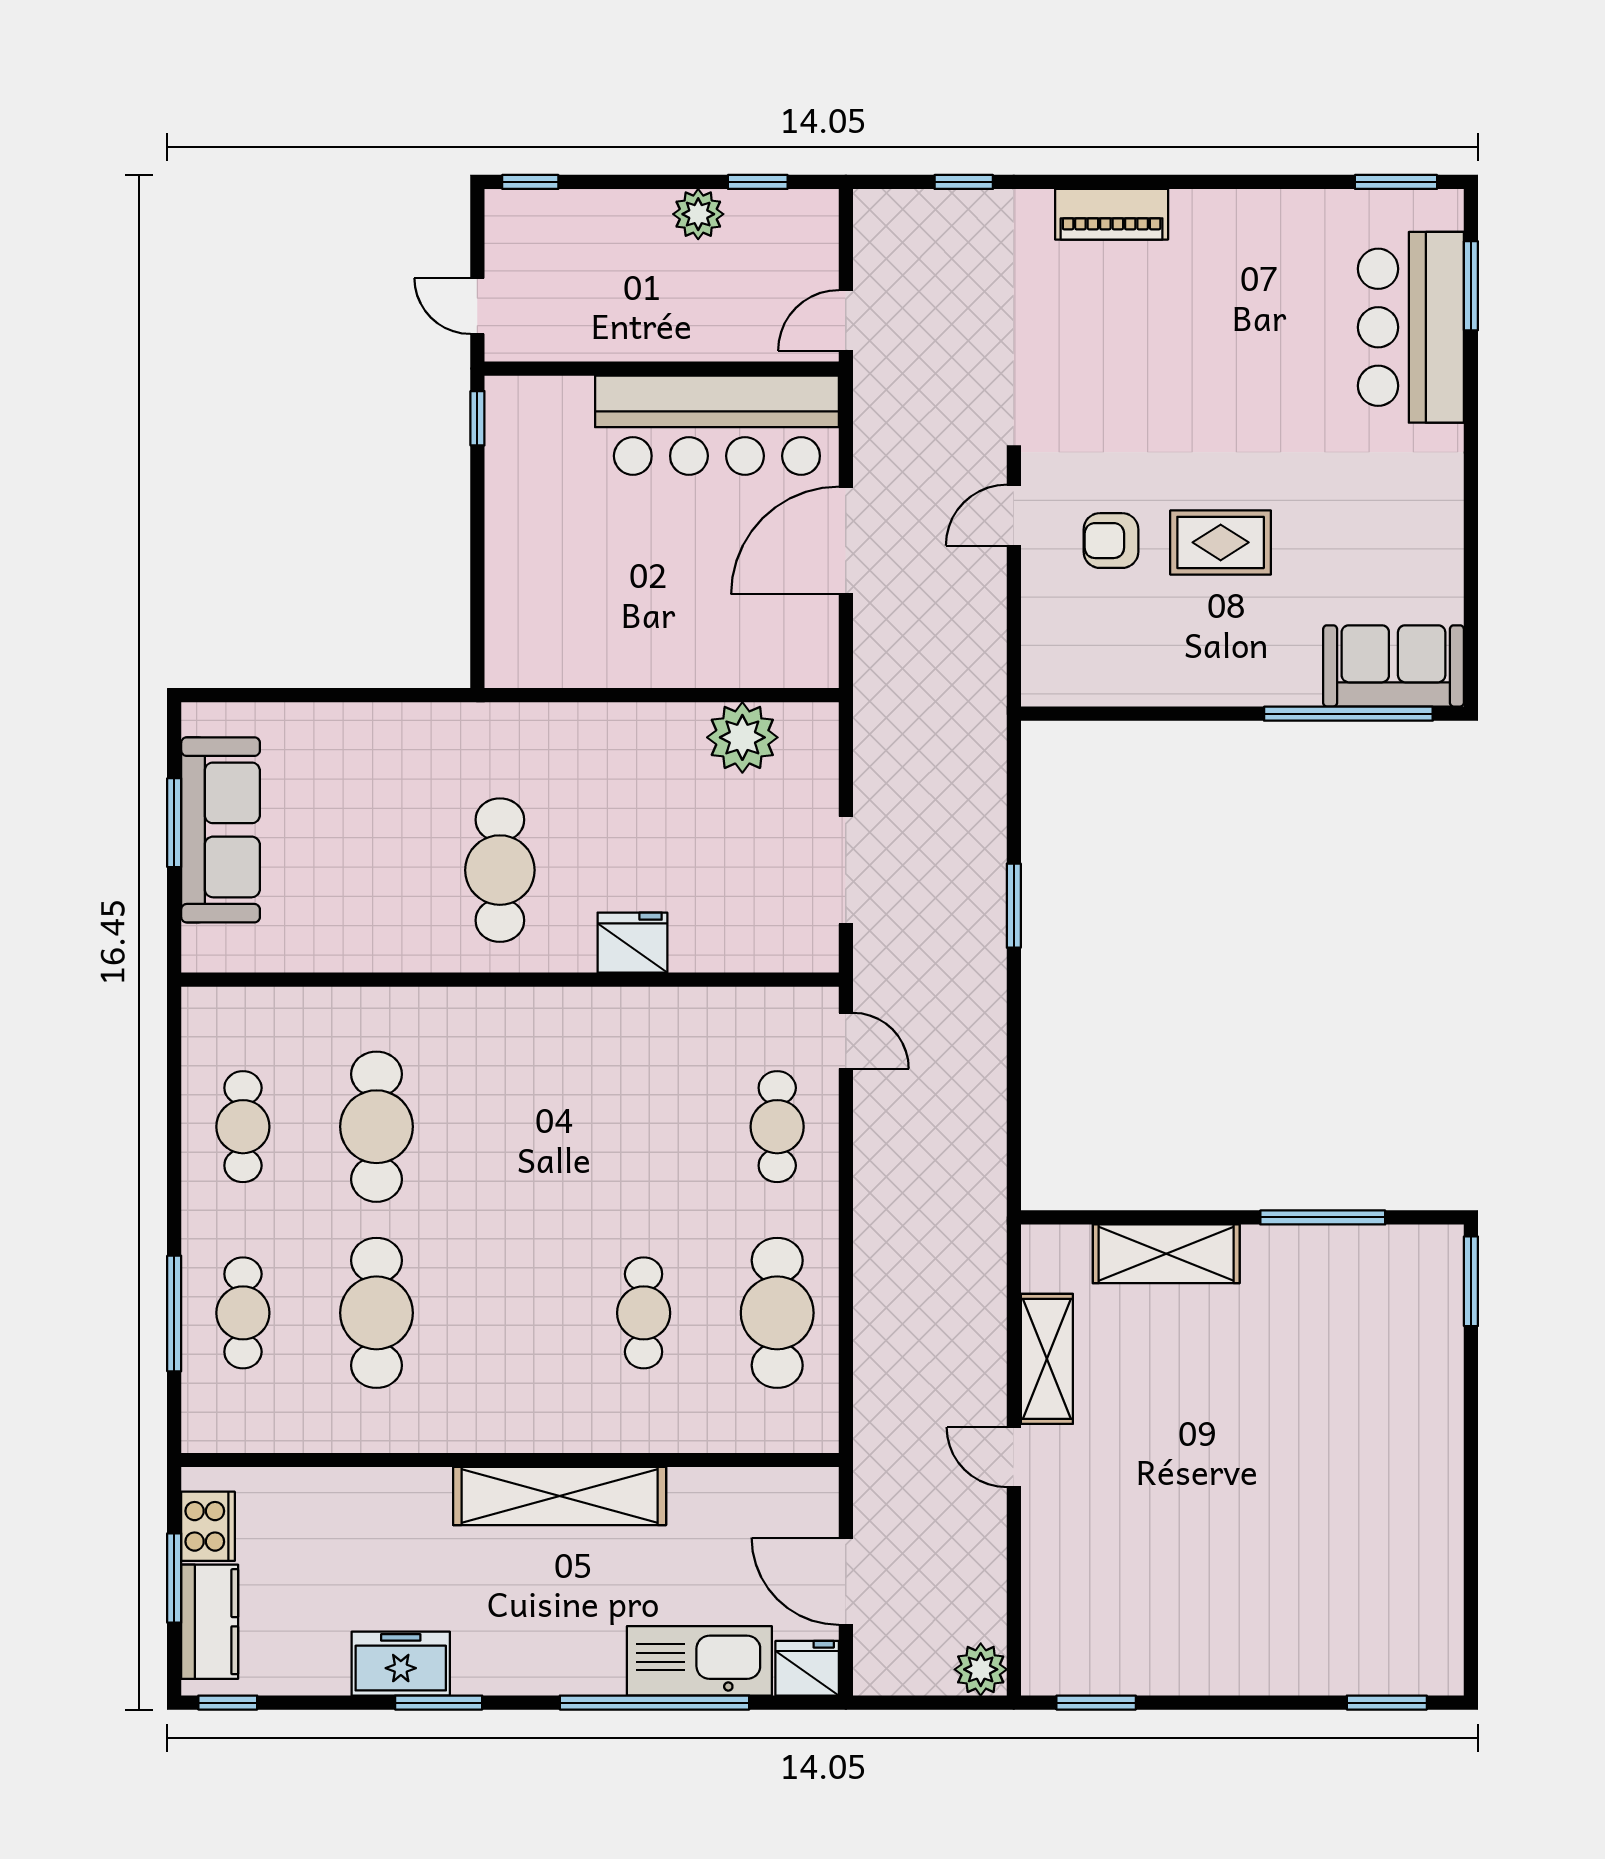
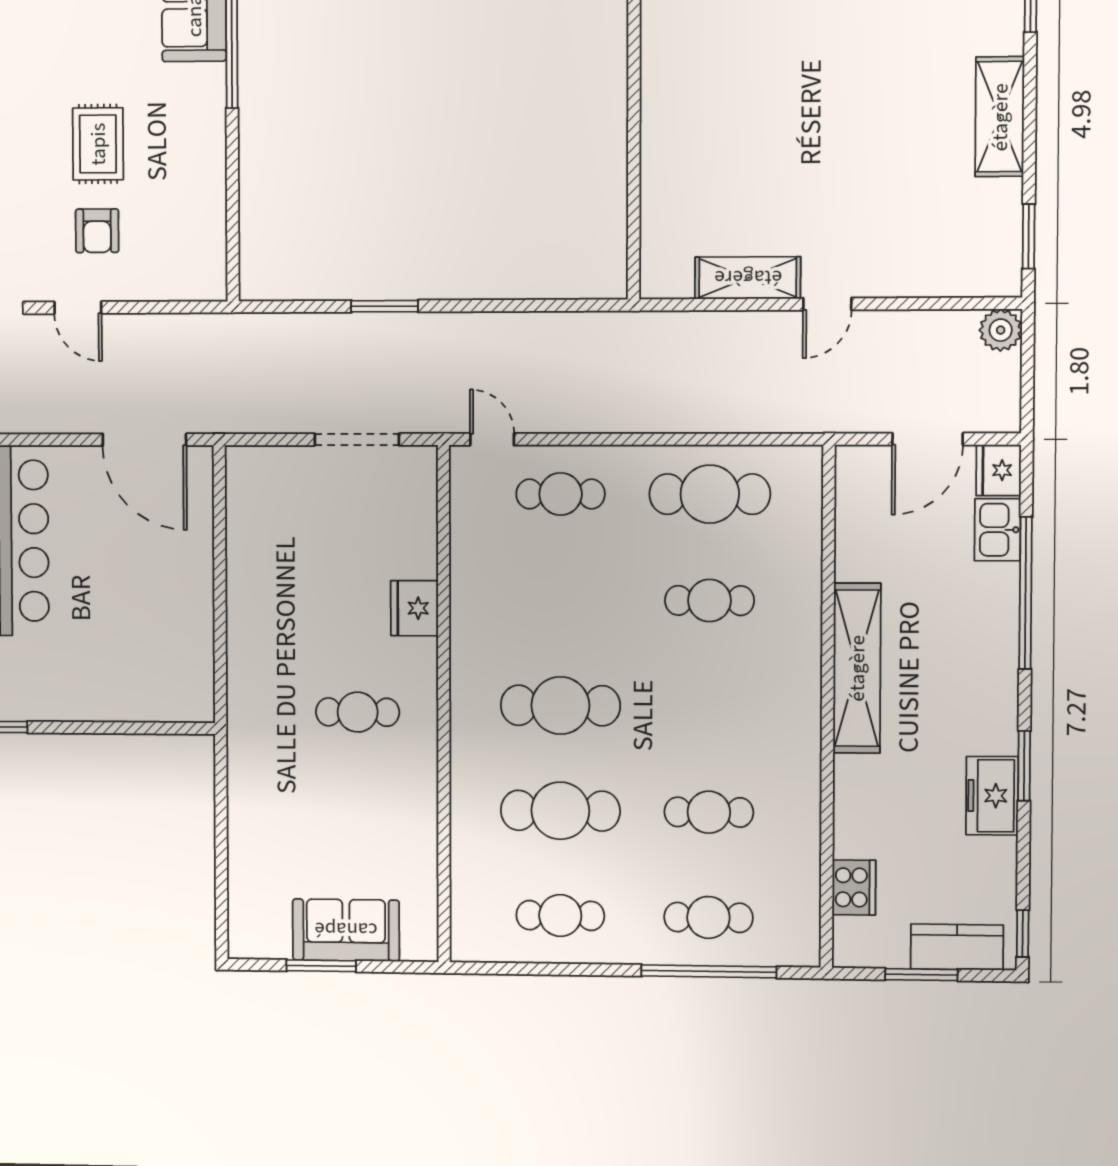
door: (846, 541) -> (144, 440), moved
plant: (742, 737) -> (253, 521), removed
sofa: (221, 830) -> (346, 930), width x0.73
cafe table: (500, 870) -> (358, 712), width x0.73, depth x0.74
door: (846, 1041) -> (492, 439), hinge flipped
cafe table: (510, 1127) -> (560, 706), added
window: (1323, 1217) -> (634, 56), removed
shelving: (1166, 1254) -> (1000, 117), moved
window: (174, 1313) -> (709, 971), width x1.46
cafe table: (376, 1313) -> (709, 812), width x0.73, depth x0.74
cooker: (208, 1526) -> (854, 887), moved, turned 90
kitchen sink: (699, 1661) -> (997, 530), width x0.53, depth x0.81

